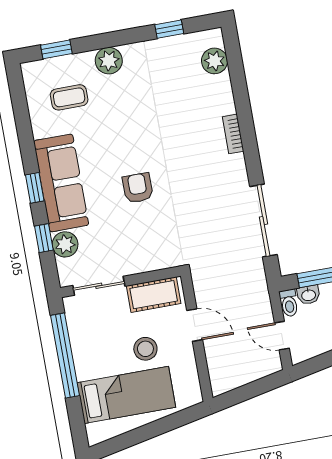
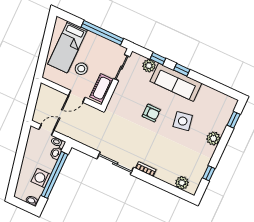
coffee table: (69, 97) -> (210, 111), removed
side table: (115, 129) -> (183, 121), added
sliding door: (263, 221) -> (115, 163), moved

